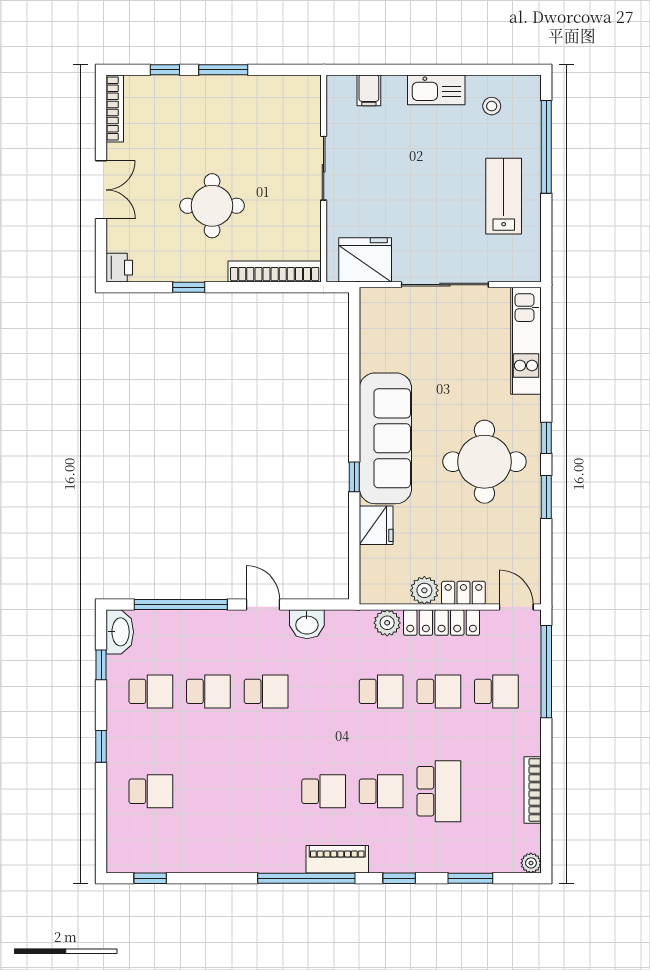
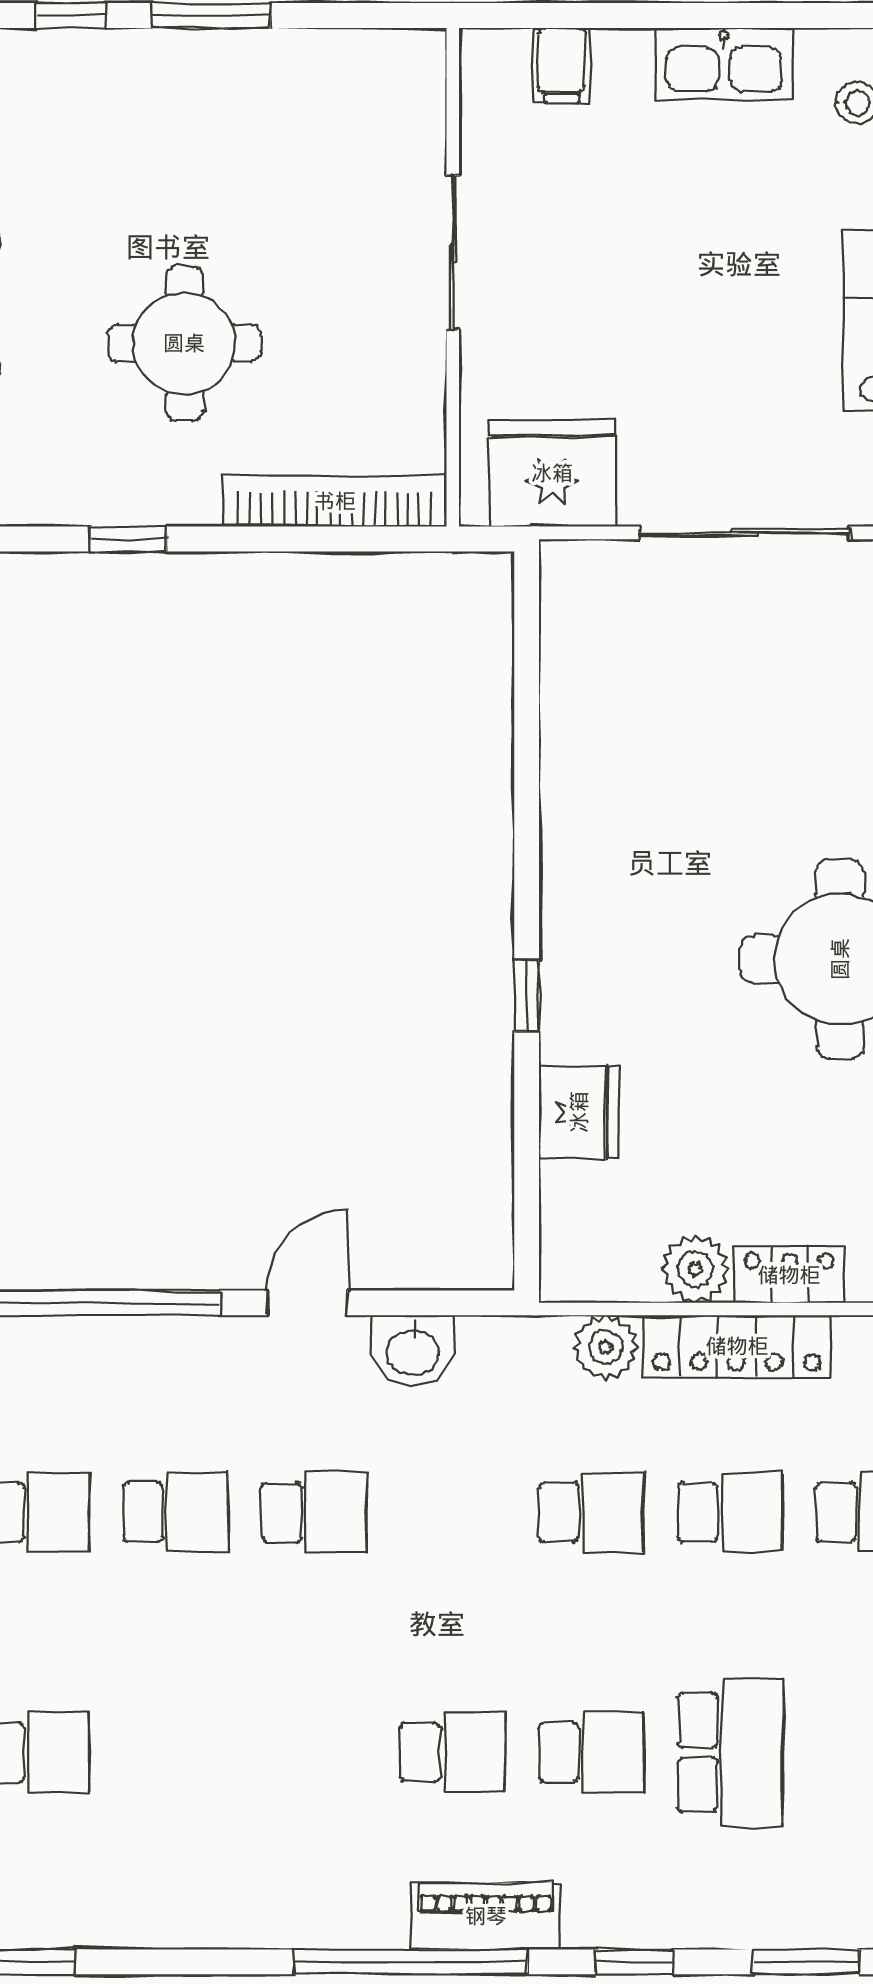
sofa: (385, 438) -> (602, 903), removed
door: (263, 604) -> (307, 1303), hinge flipped

